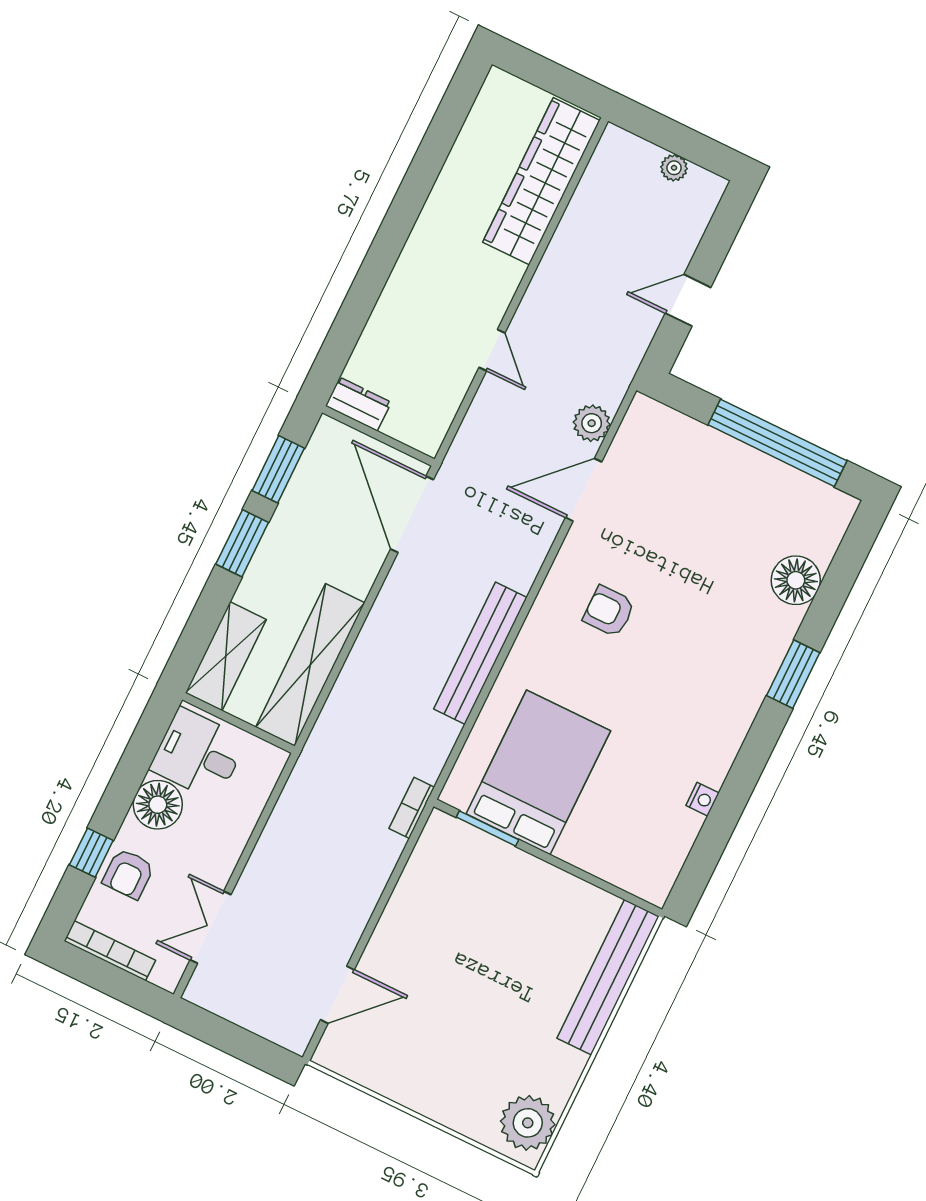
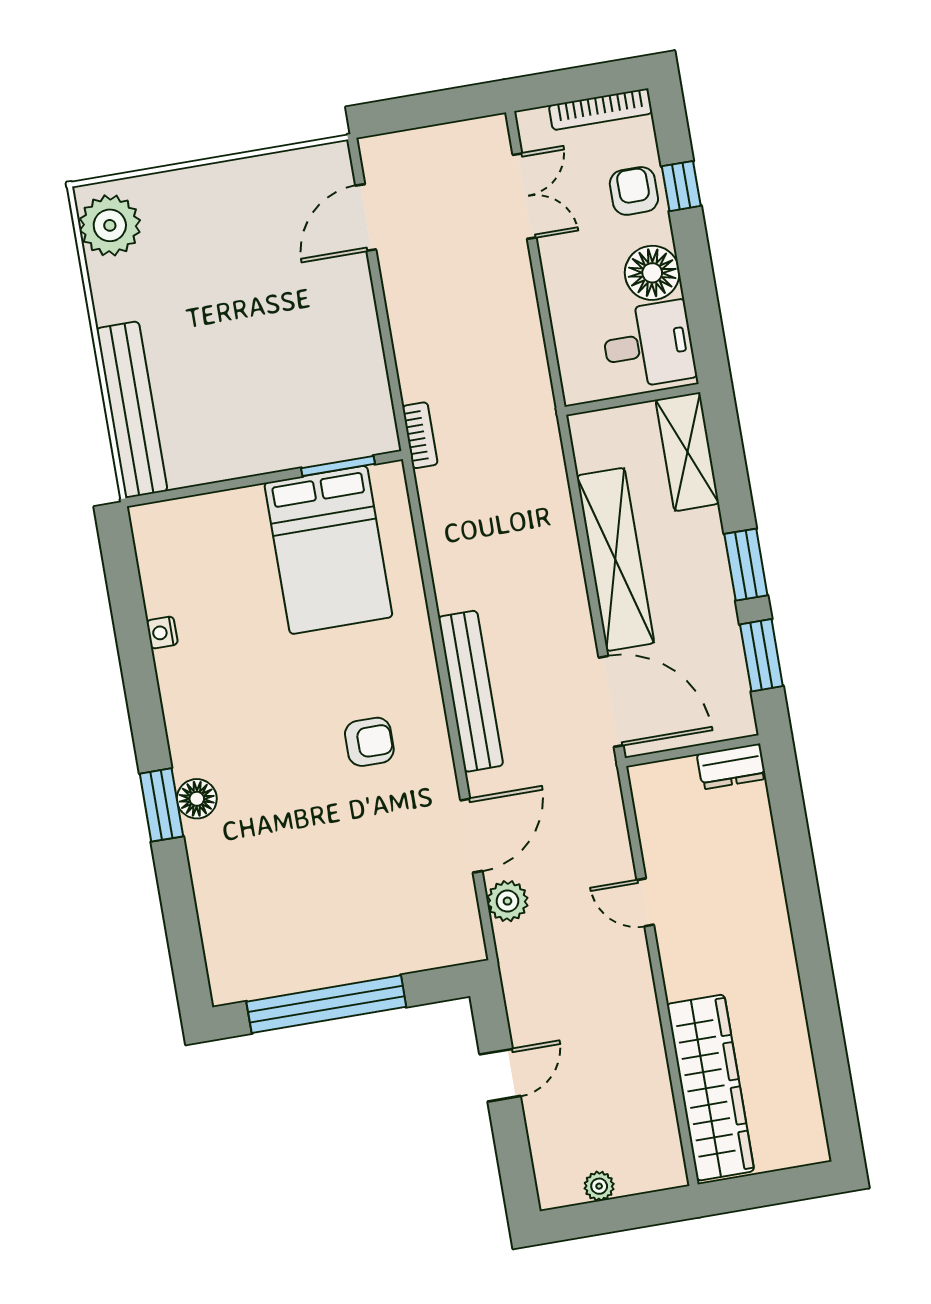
floor lamp: (796, 580) -> (197, 799), moved, width x0.73, depth x0.73
bench: (480, 653) -> (471, 691), moved
shelving: (310, 665) -> (615, 559), moved

